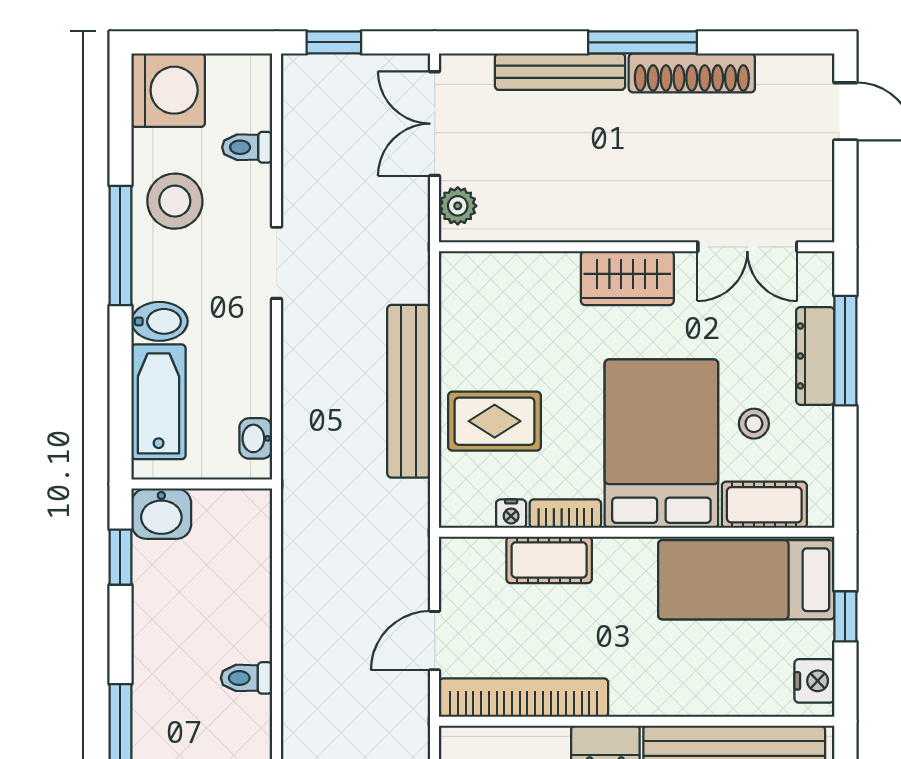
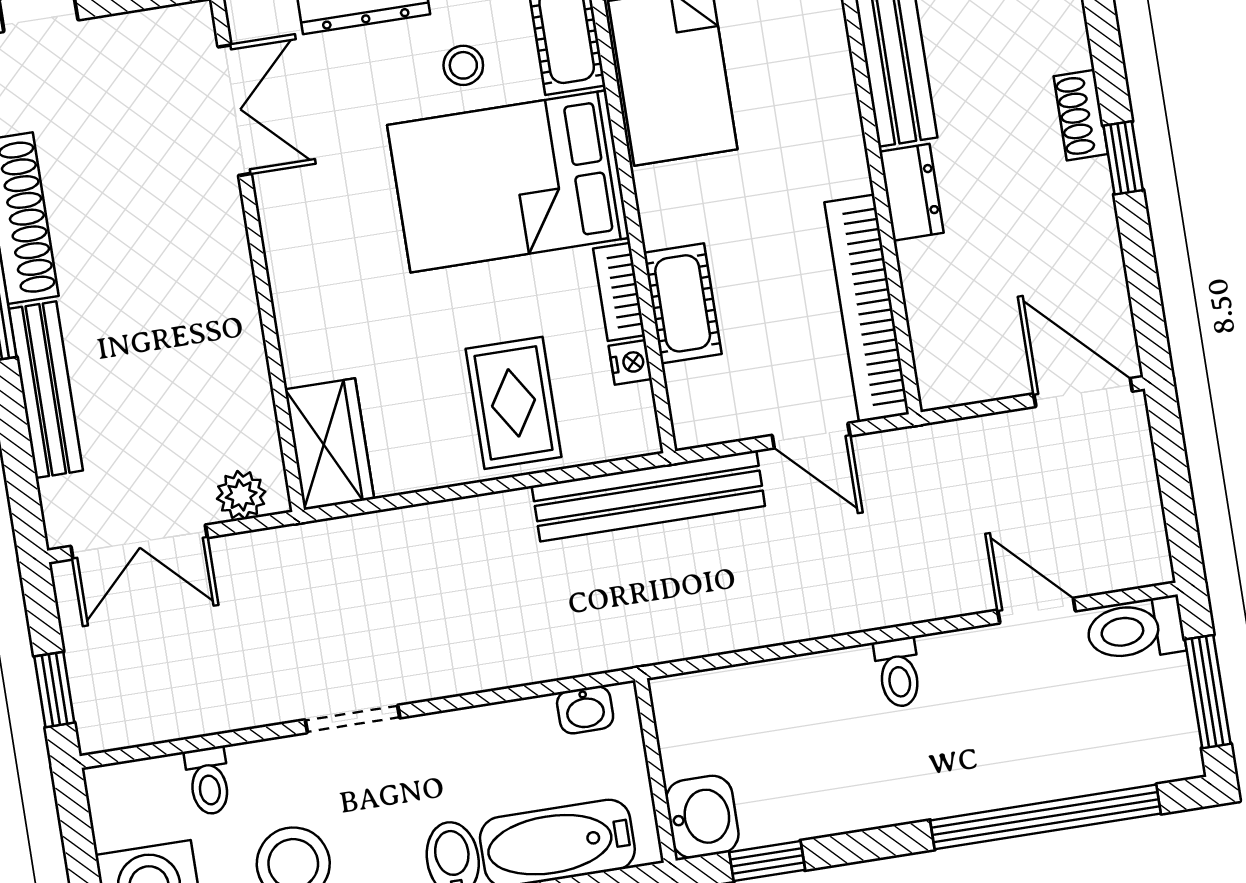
wardrobe: (627, 278) -> (329, 444), moved
bench: (409, 391) -> (648, 496), moved

